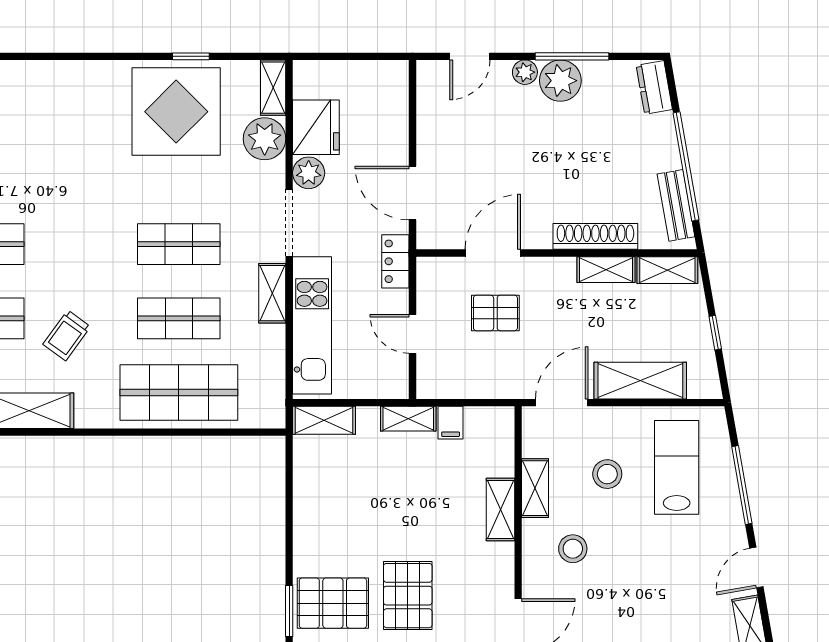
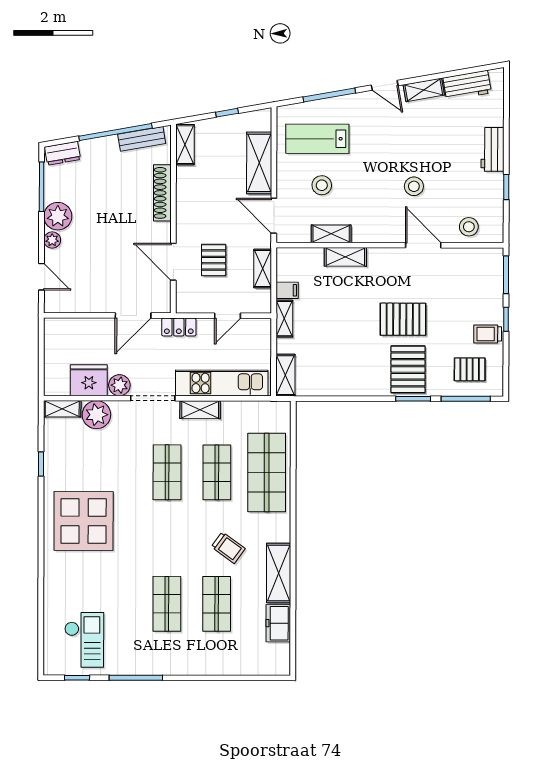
window: (572, 56) -> (42, 187), moved
display table: (176, 112) -> (84, 521), moved
shelving: (606, 270) -> (263, 269), moved
stool: (573, 549) -> (414, 186), moved

